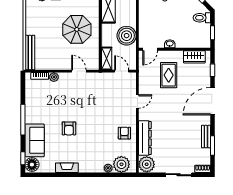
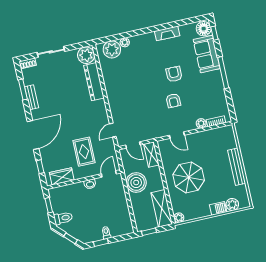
bench: (30, 52) -> (237, 167), moved
door: (137, 101) -> (113, 130), moved
armchair: (124, 133) -> (173, 101), moved

